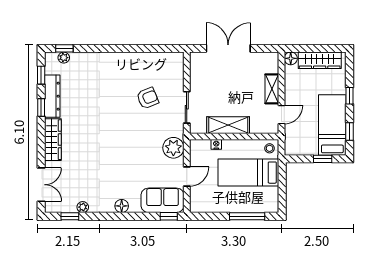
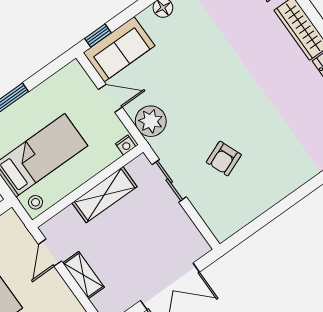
nightstand: (216, 144) -> (126, 145), moved
door: (187, 176) -> (110, 98), swing flipped

